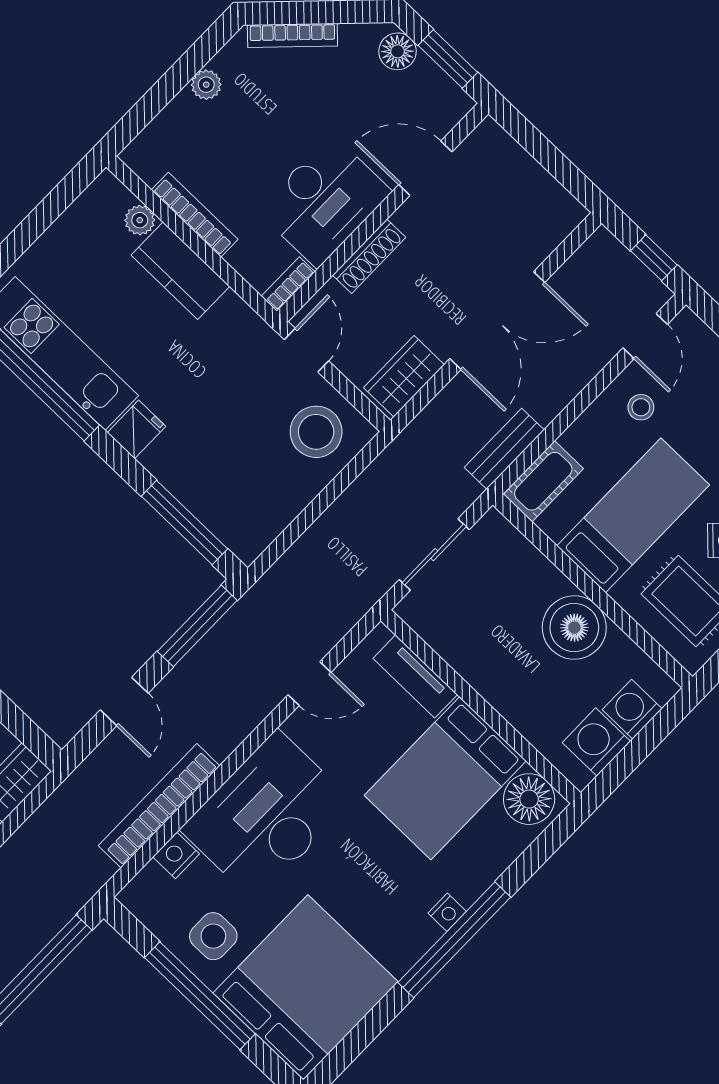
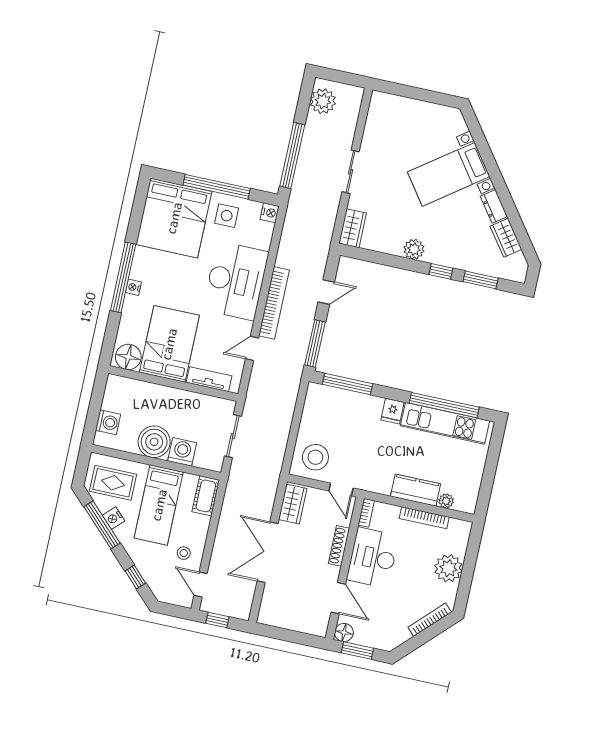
floor lamp: (398, 51) -> (344, 633), moved
plant: (206, 85) -> (448, 568), width x1.87, depth x1.87
door: (425, 168) -> (338, 598), hinge flipped
bench: (504, 449) -> (231, 500), removed
door: (124, 702) -> (326, 292), swing flipped
washing machine: (596, 742) -> (182, 452), moved, turned -90
bookcase: (159, 806) -> (274, 303), moved
nightstand: (176, 855) -> (270, 213), moved

